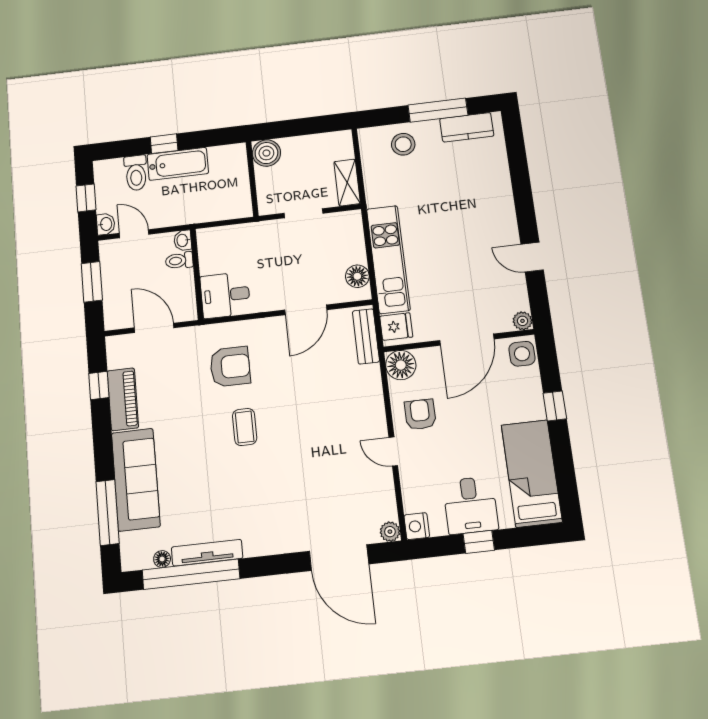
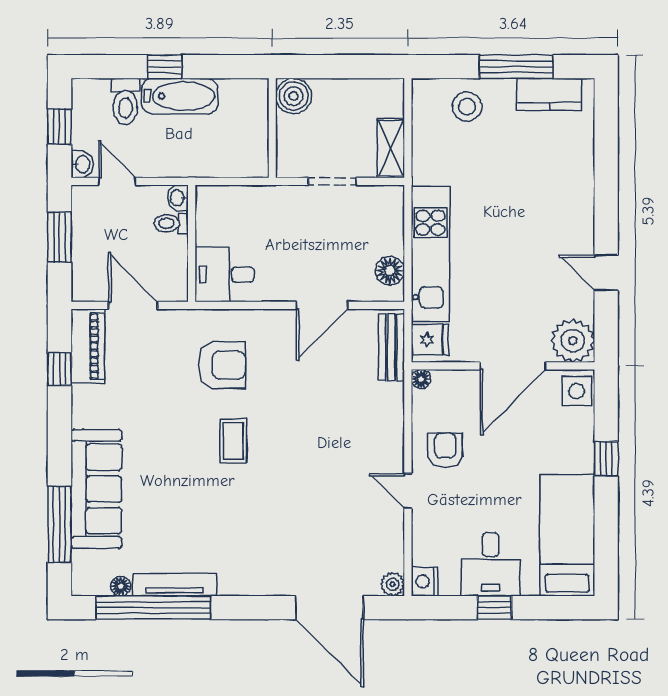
plant: (522, 321) -> (573, 341), width x1.87, depth x1.87
floor lamp: (401, 365) -> (421, 379), width x0.53, depth x0.53
piano: (123, 399) -> (88, 346), moved

